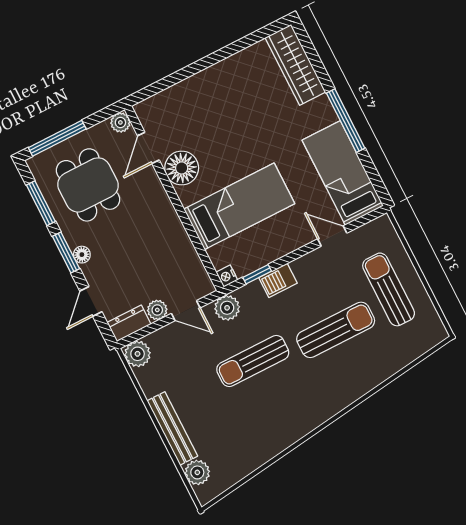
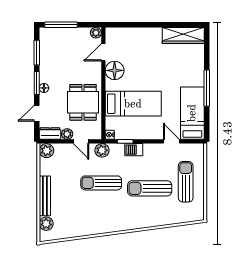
wardrobe: (295, 65) -> (183, 35), moved, turned -90
dining table: (88, 185) -> (83, 102), moved
sun lounger: (336, 330) -> (150, 188), turned 180

